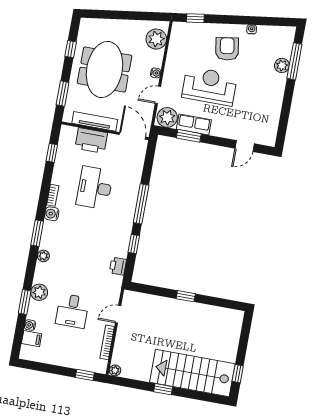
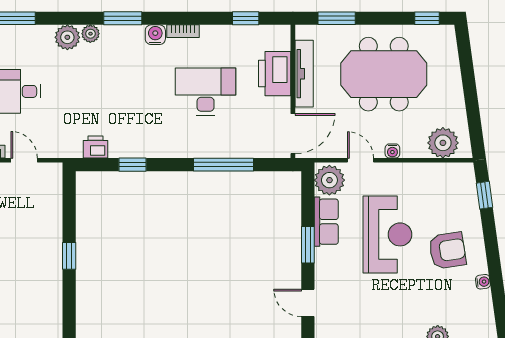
window: (71, 49) -> (427, 18), moved
window: (189, 136) -> (308, 245), moved
window: (141, 204) -> (224, 165), moved
plant: (39, 292) -> (67, 37), moved

